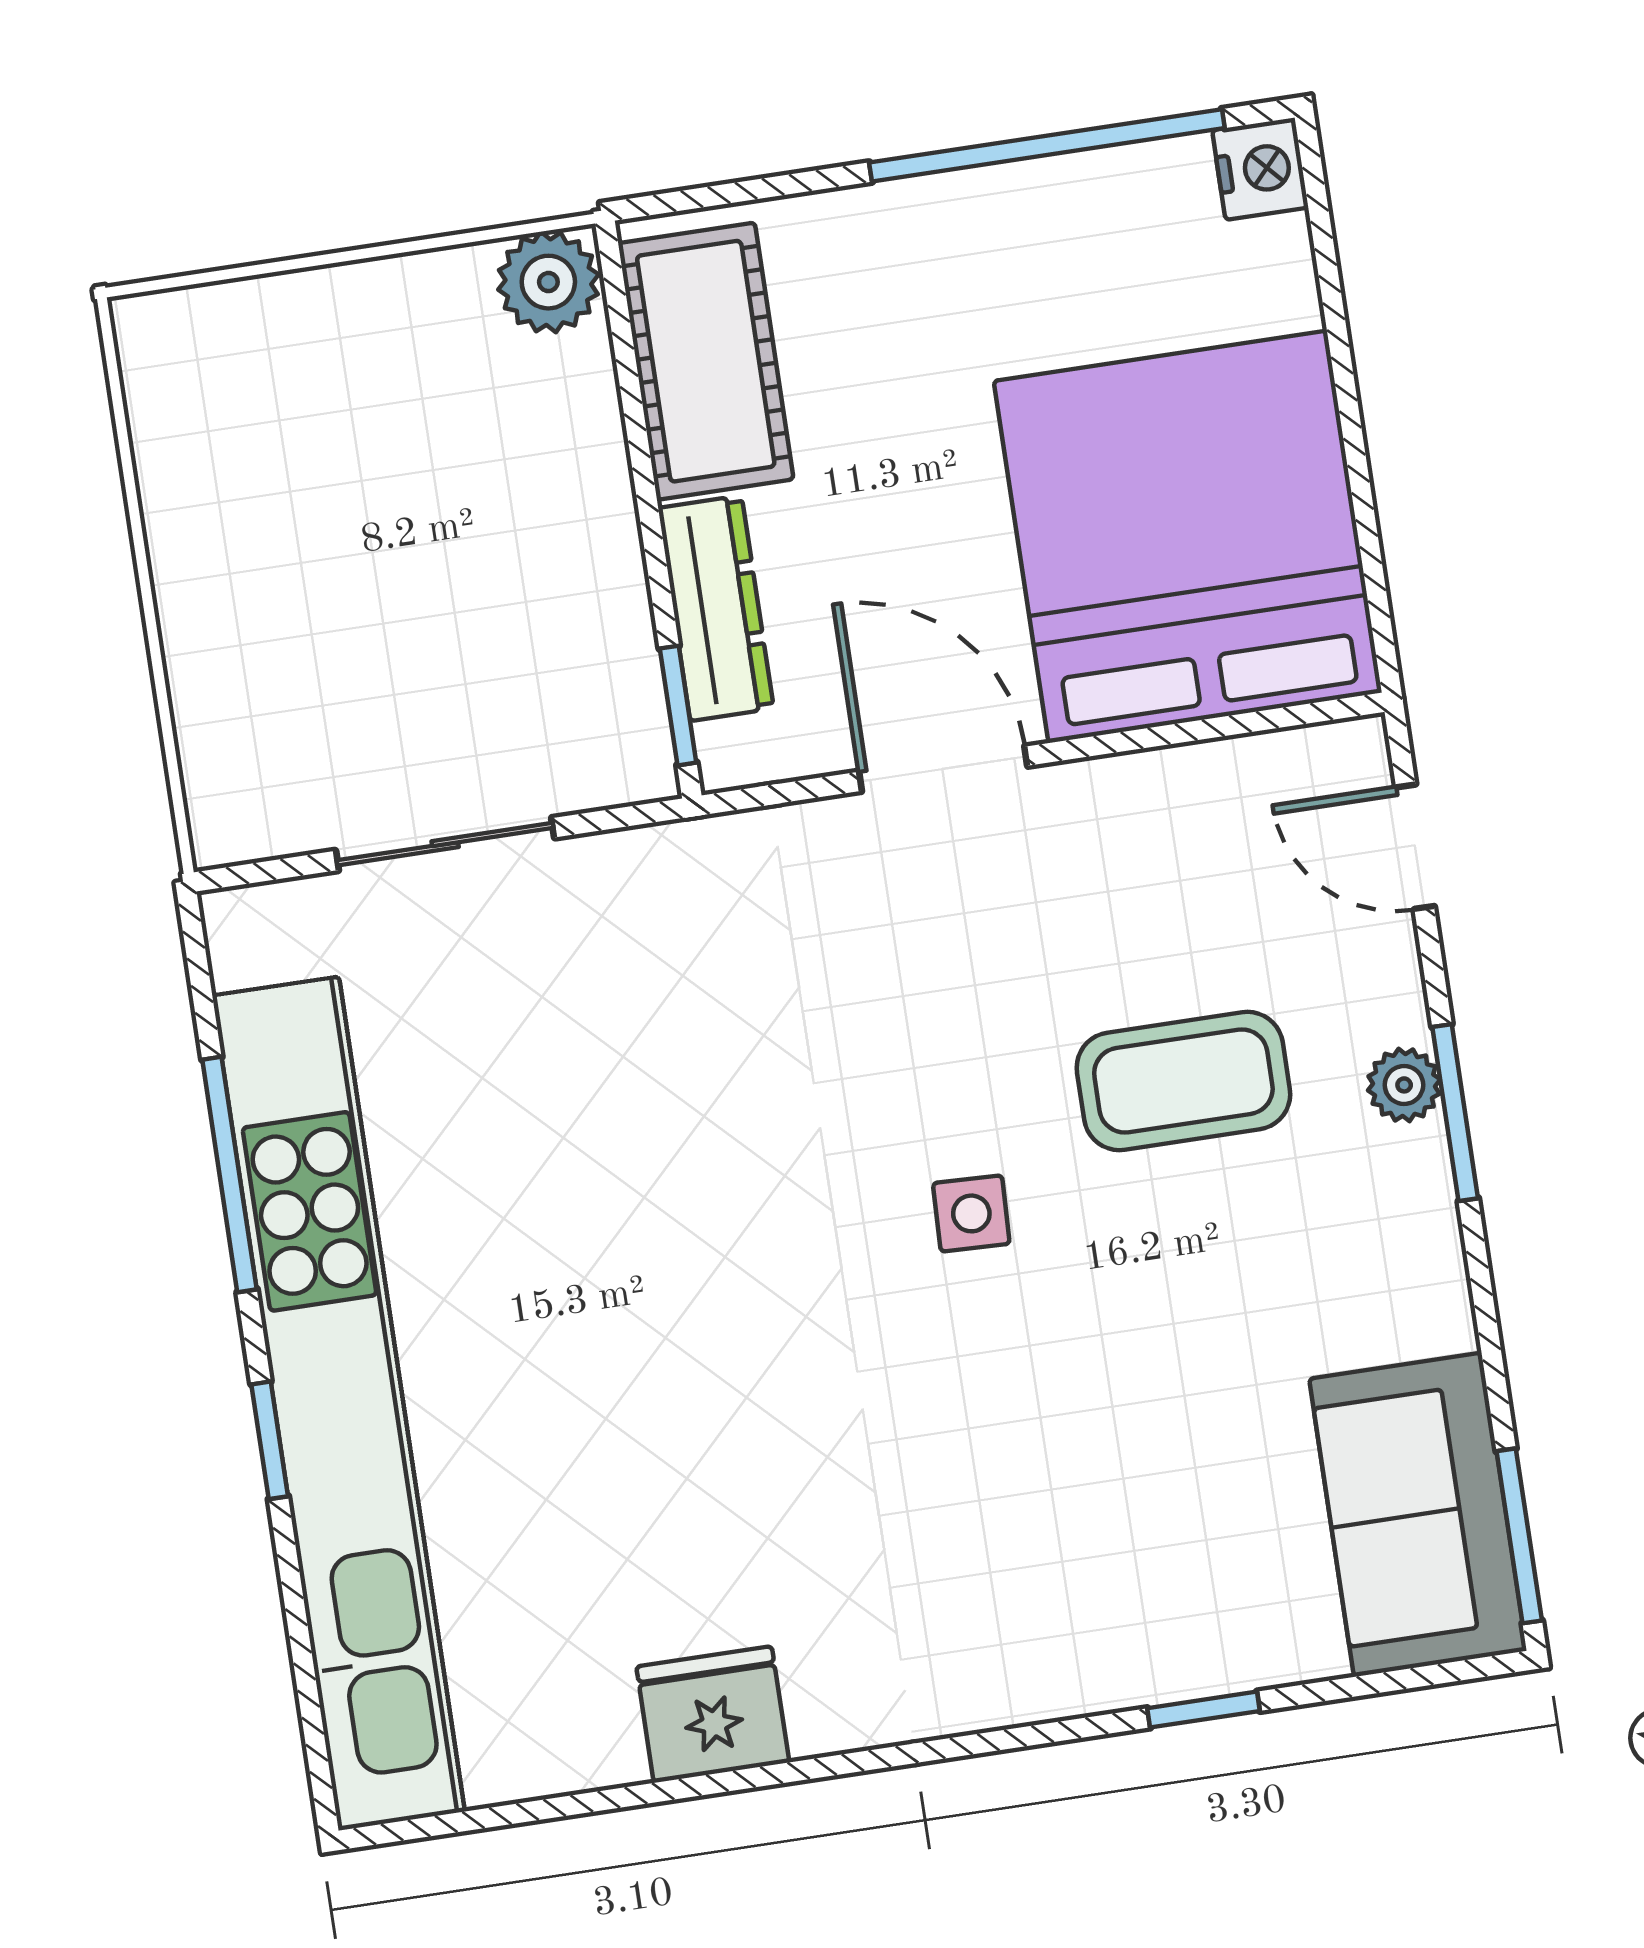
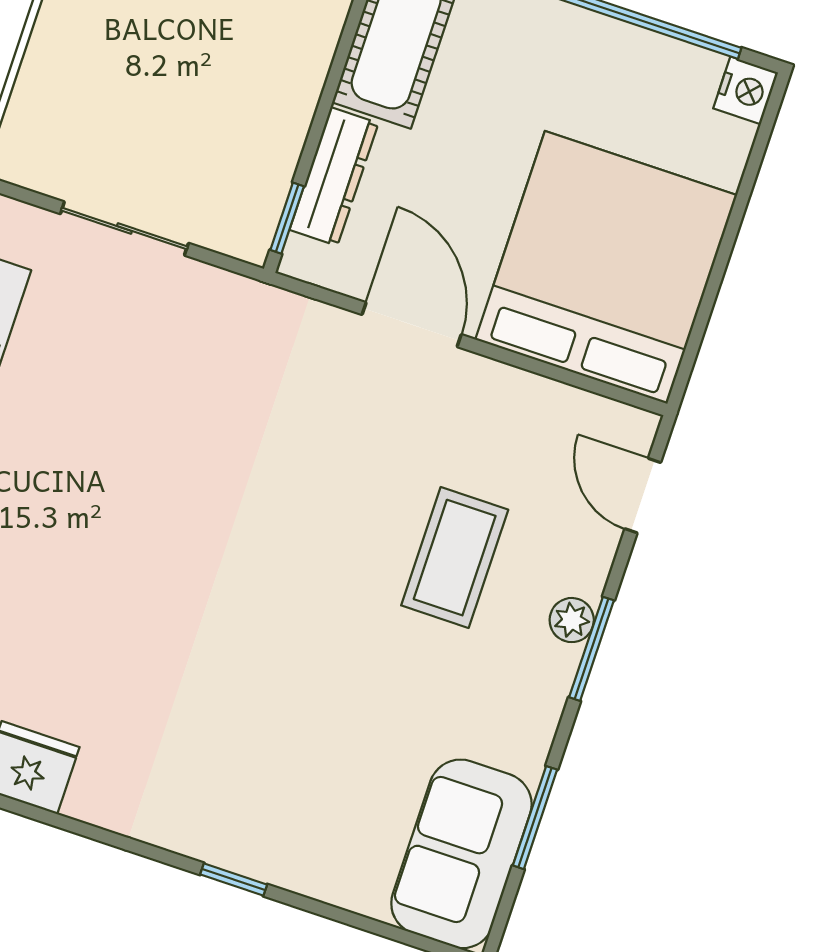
coffee table: (1183, 1081) -> (455, 558), turned 90
side table: (971, 1213) -> (305, 570), removed
window: (1519, 1536) -> (535, 818), moved
window: (1204, 1710) -> (234, 879), moved

